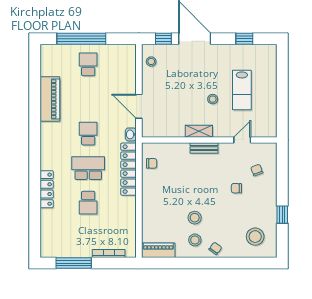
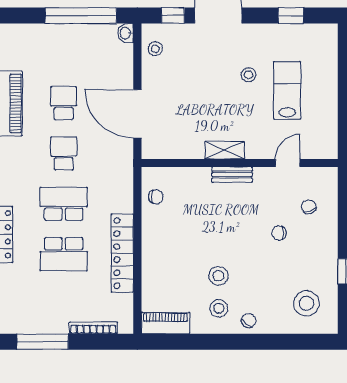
window: (81, 39) -> (81, 16), moved
school desk: (88, 64) -> (64, 103), moved
lab bench: (242, 90) -> (287, 90), turned 180
stool: (213, 99) -> (249, 75), moved
door: (139, 106) -> (137, 114), width x1.36
washbasin: (131, 134) -> (126, 33), moved
locker: (129, 169) -> (122, 253), moved
school desk: (88, 203) -> (64, 254), width x1.85

